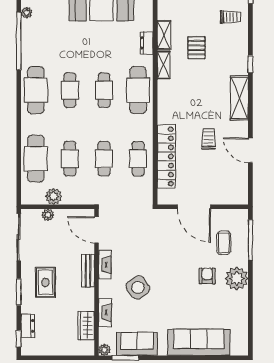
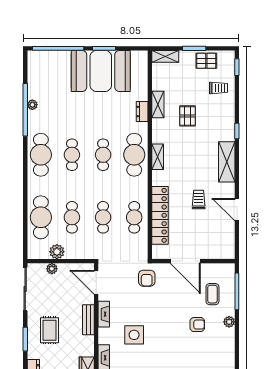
plant: (27, 13) -> (32, 105), moved
shelving: (164, 65) -> (158, 157), moved
armchair: (152, 225) -> (147, 278), added
armchair: (207, 276) -> (197, 325), turned 90
plant: (237, 278) -> (229, 322), width x0.53, depth x0.53
side table: (138, 287) -> (134, 335), turned 36

